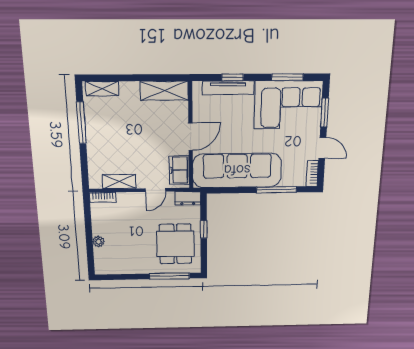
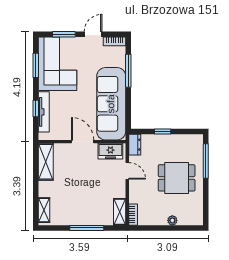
window: (81, 123) -> (87, 228), moved
shelving: (119, 182) -> (120, 212), moved
dining table: (175, 244) -> (177, 178), moved

